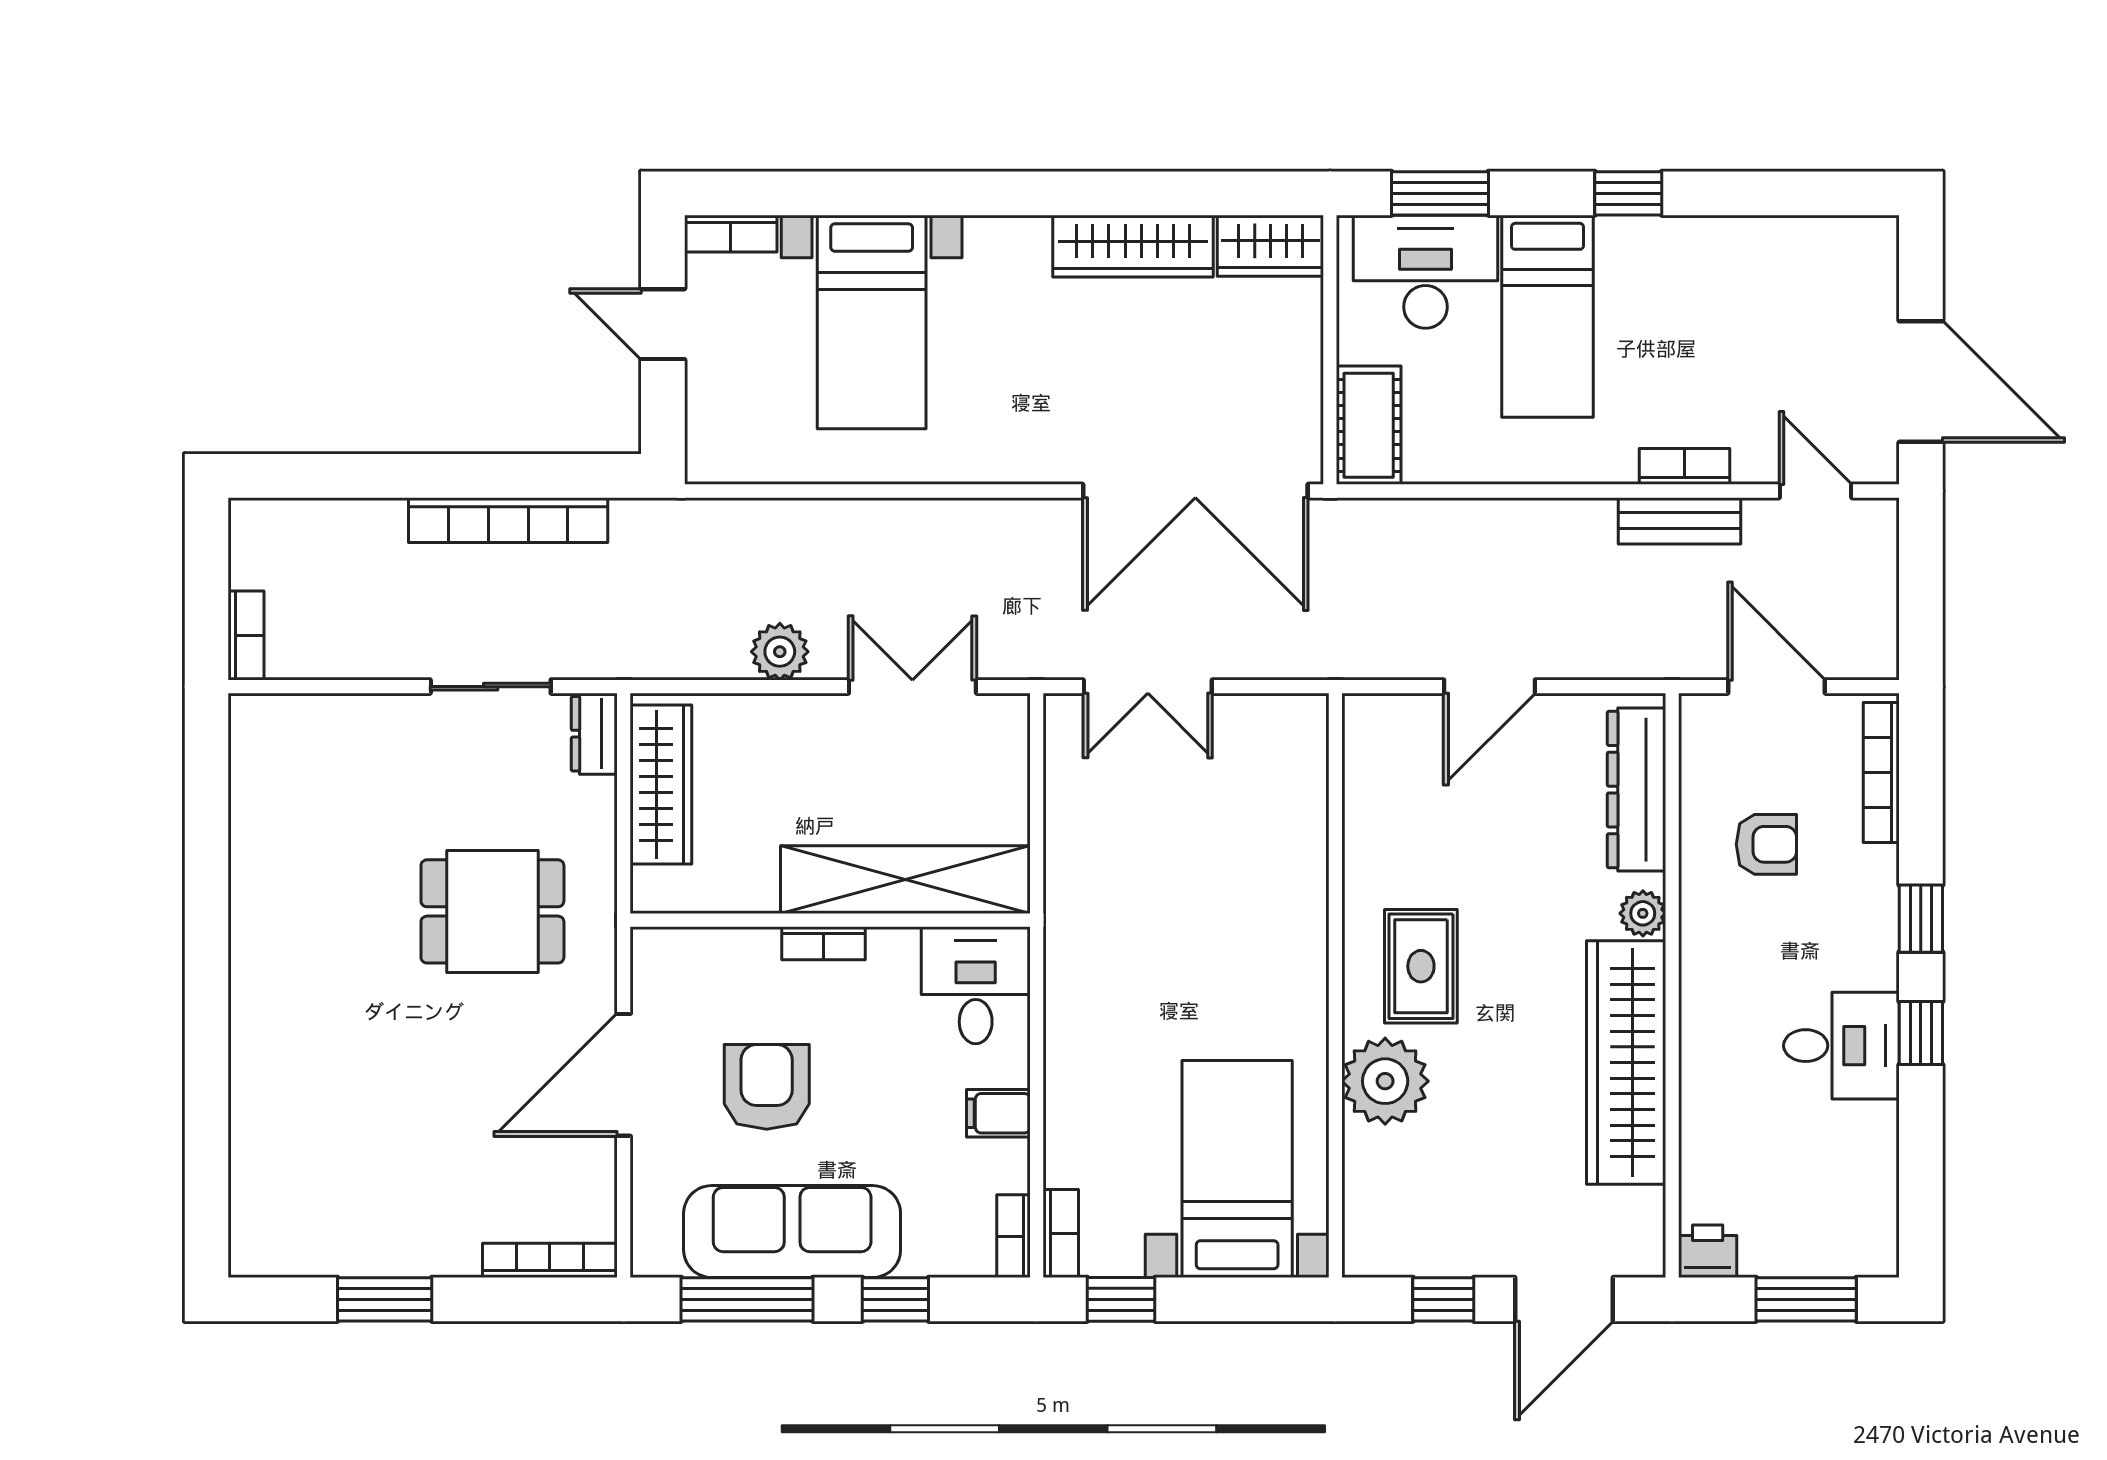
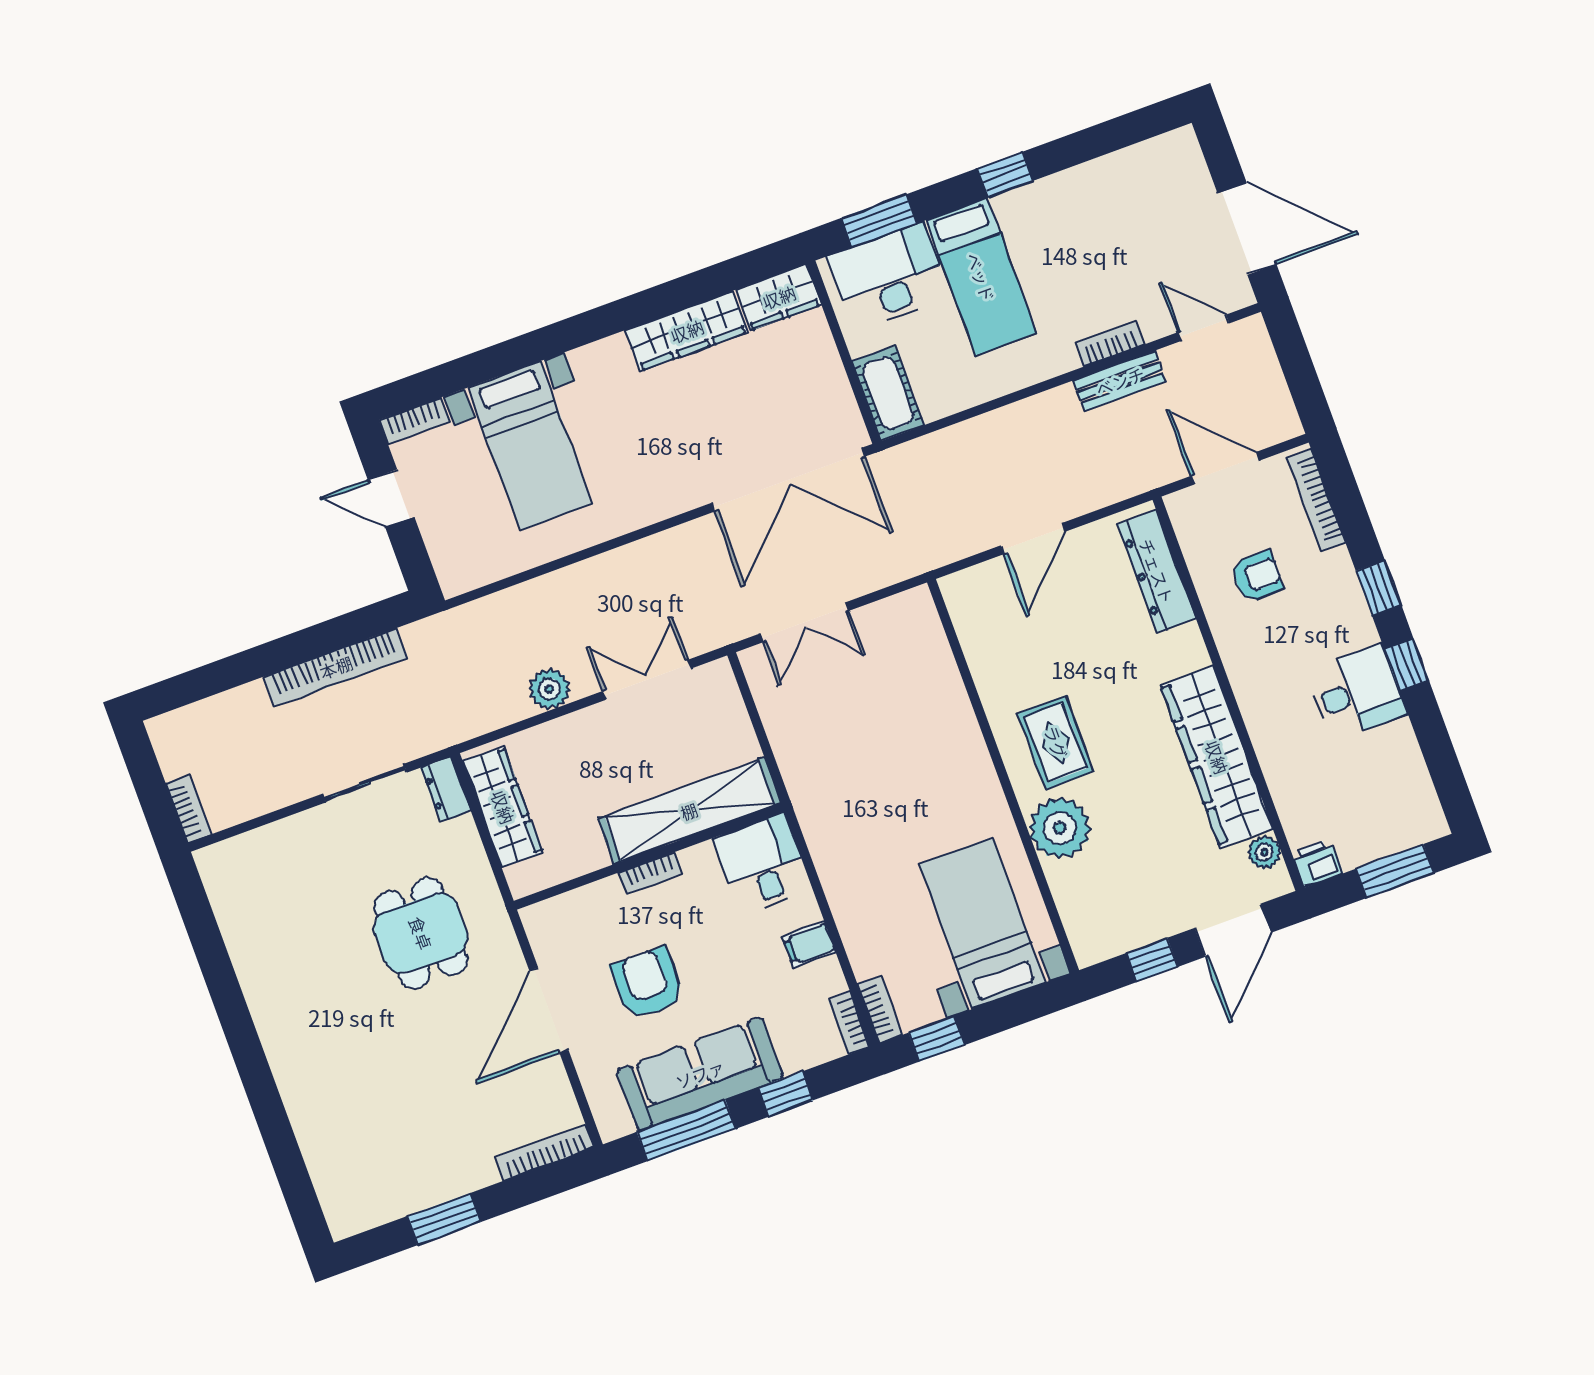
dining table: (492, 911) -> (421, 933), turned 90
plant: (1643, 913) -> (1264, 852), moved

